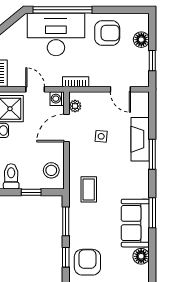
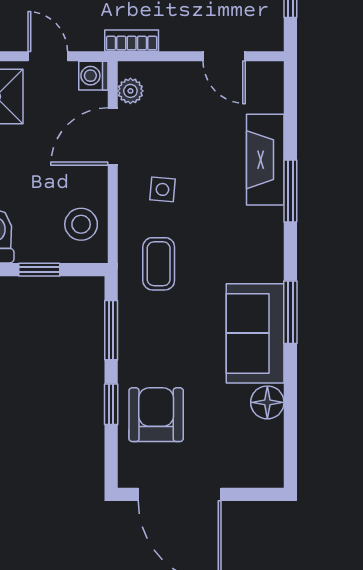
side table: (101, 136) -> (162, 189), moved

